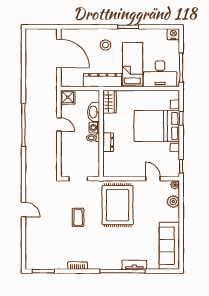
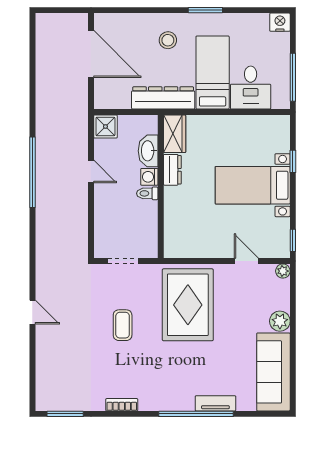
desk: (160, 74) -> (251, 88), width x0.73
bed with nightstands: (157, 126) -> (253, 185), width x0.73
dresser: (108, 142) -> (172, 170), moved
plant: (173, 202) -> (280, 321), moved

